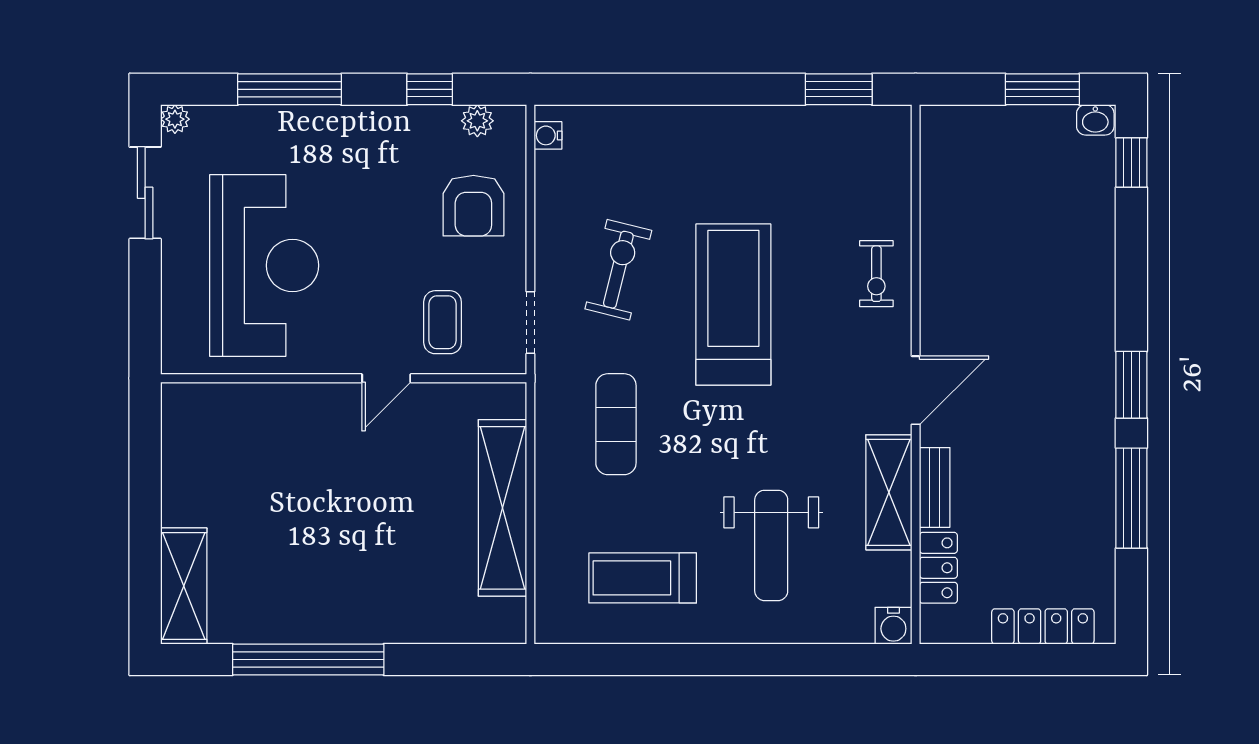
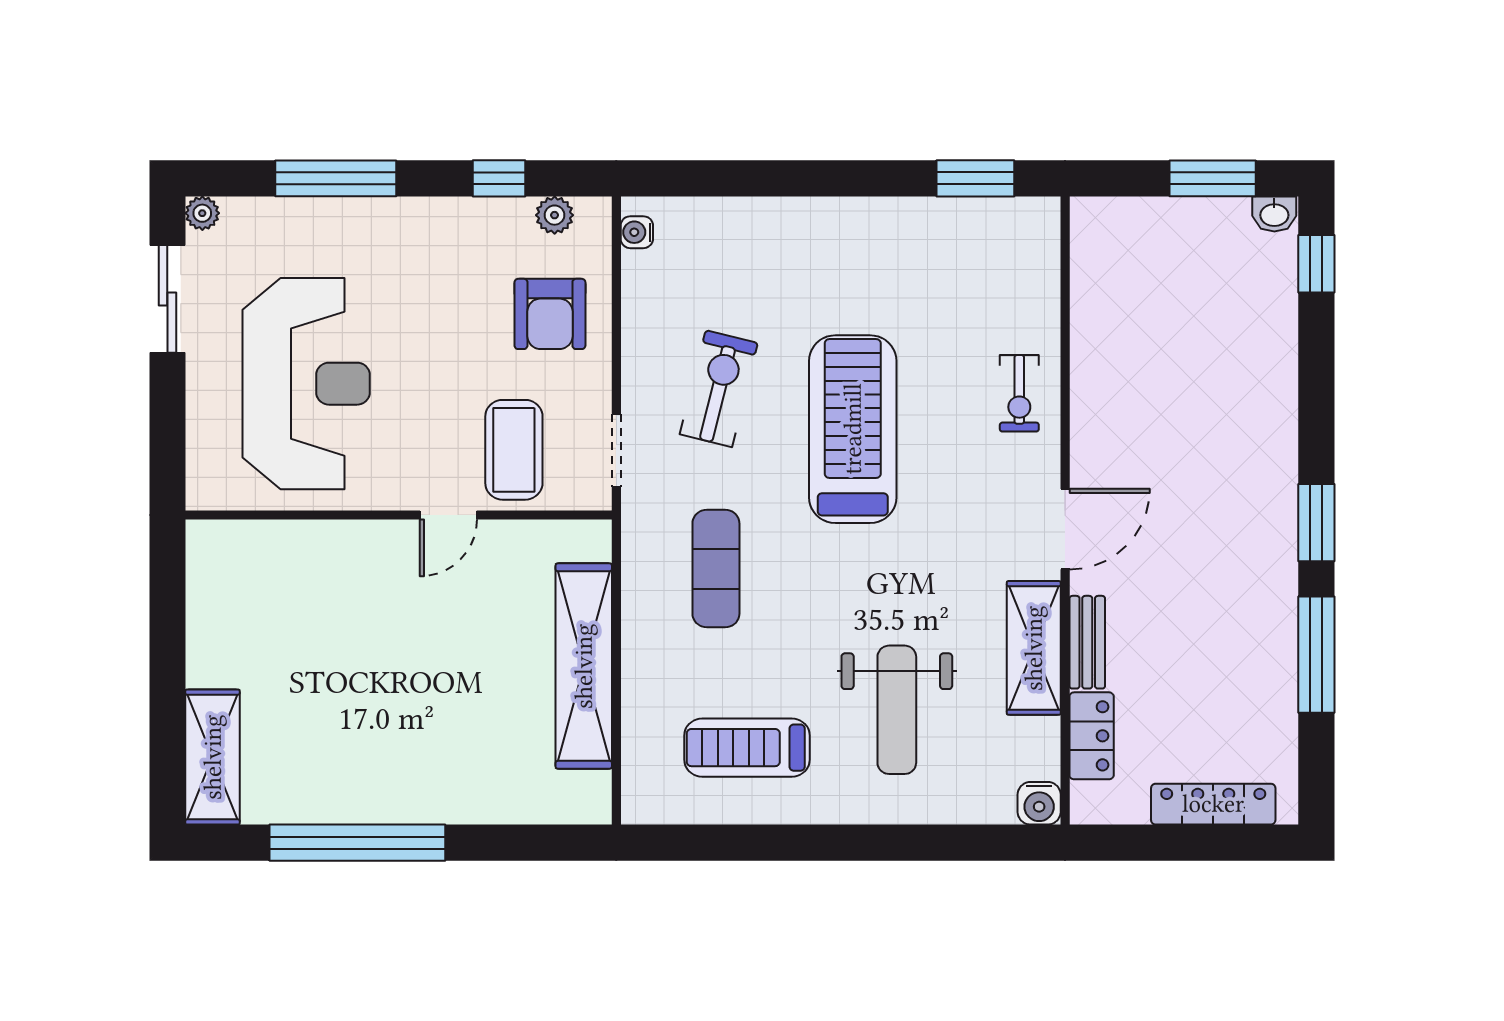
coffee table: (443, 322) -> (514, 450), width x1.36, depth x1.30

